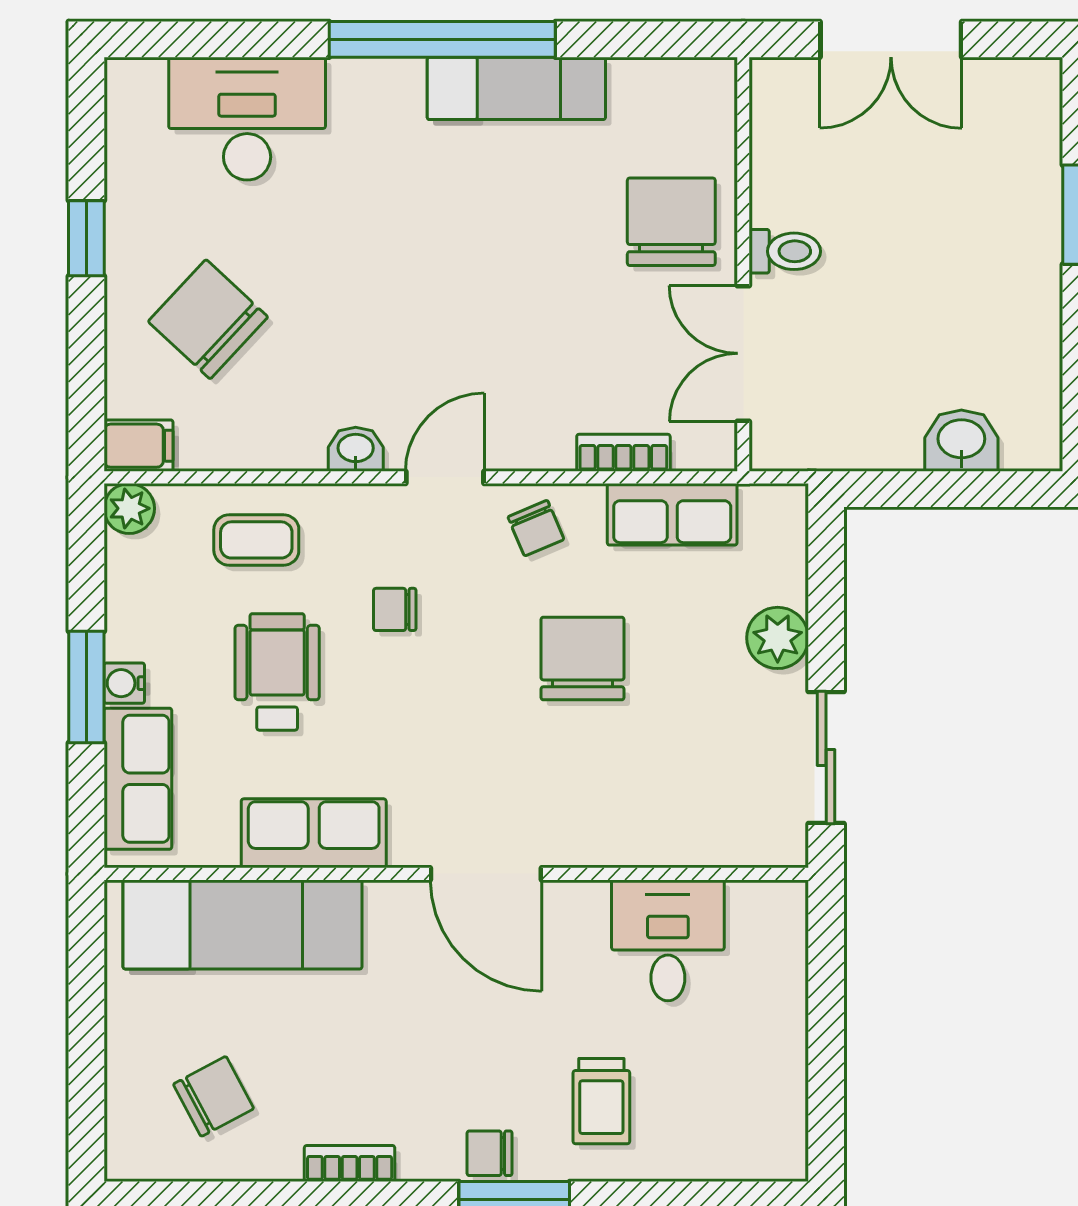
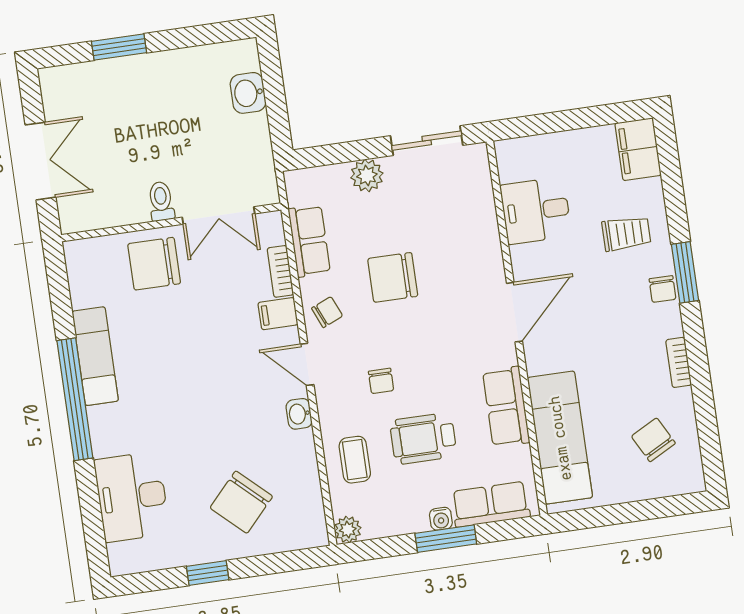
filing cabinet: (138, 446) -> (278, 314), moved, turned -90
filing cabinet: (754, 1145) -> (638, 149), added

